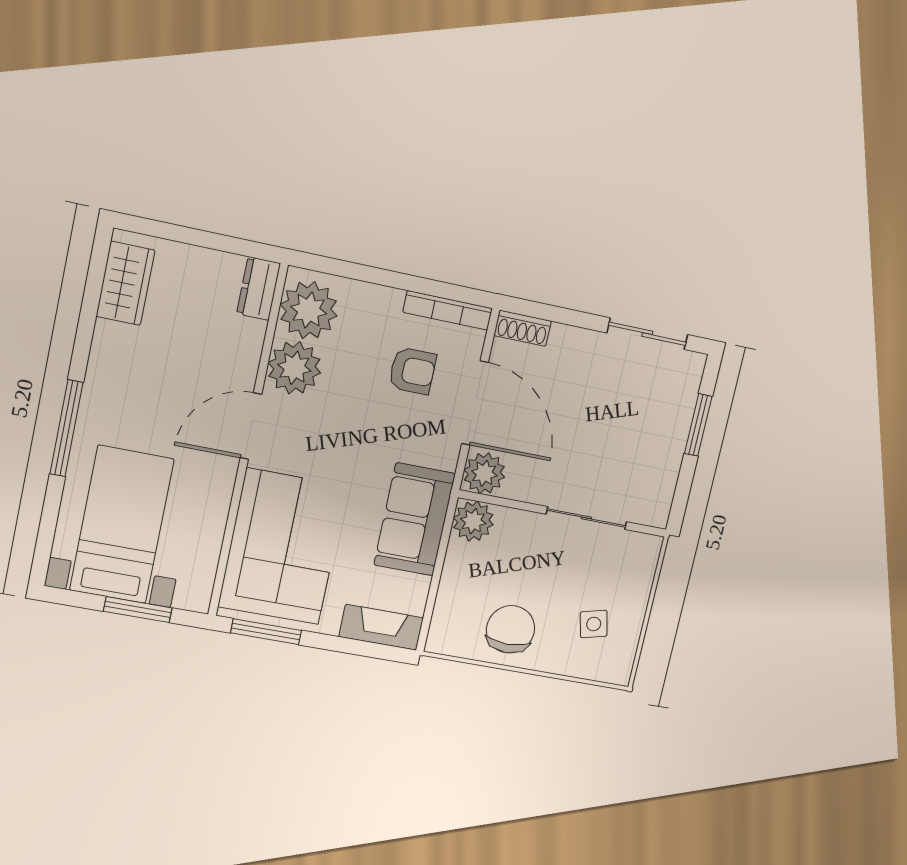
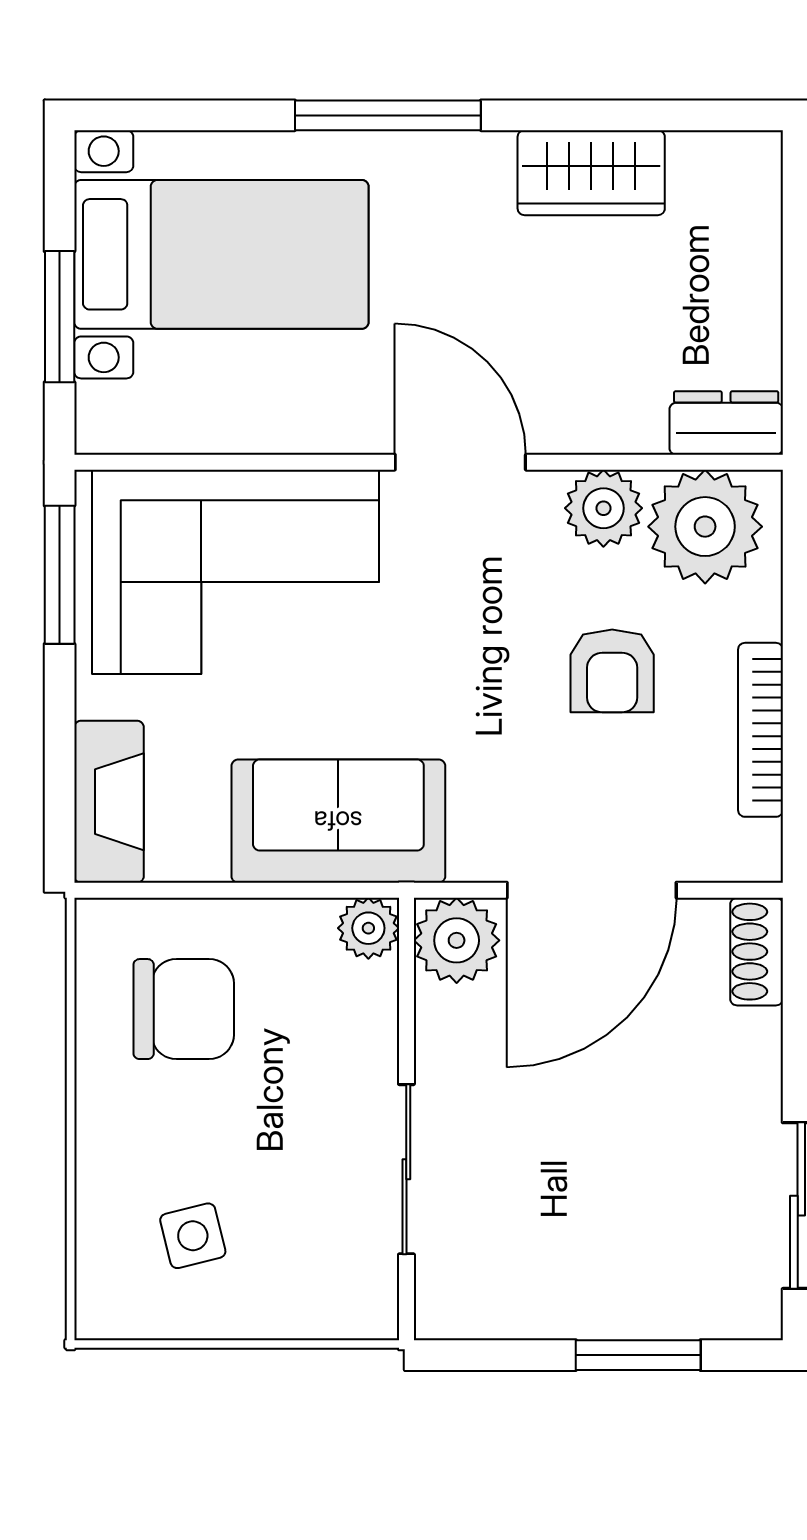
wardrobe: (125, 283) -> (591, 173), moved
bookcase: (448, 310) -> (760, 730), moved
plant: (294, 368) -> (603, 508), width x0.73, depth x0.73
armchair: (412, 371) -> (612, 671), moved
plant: (473, 521) -> (368, 928), width x0.73, depth x0.73
chair: (510, 629) -> (184, 1009), moved

